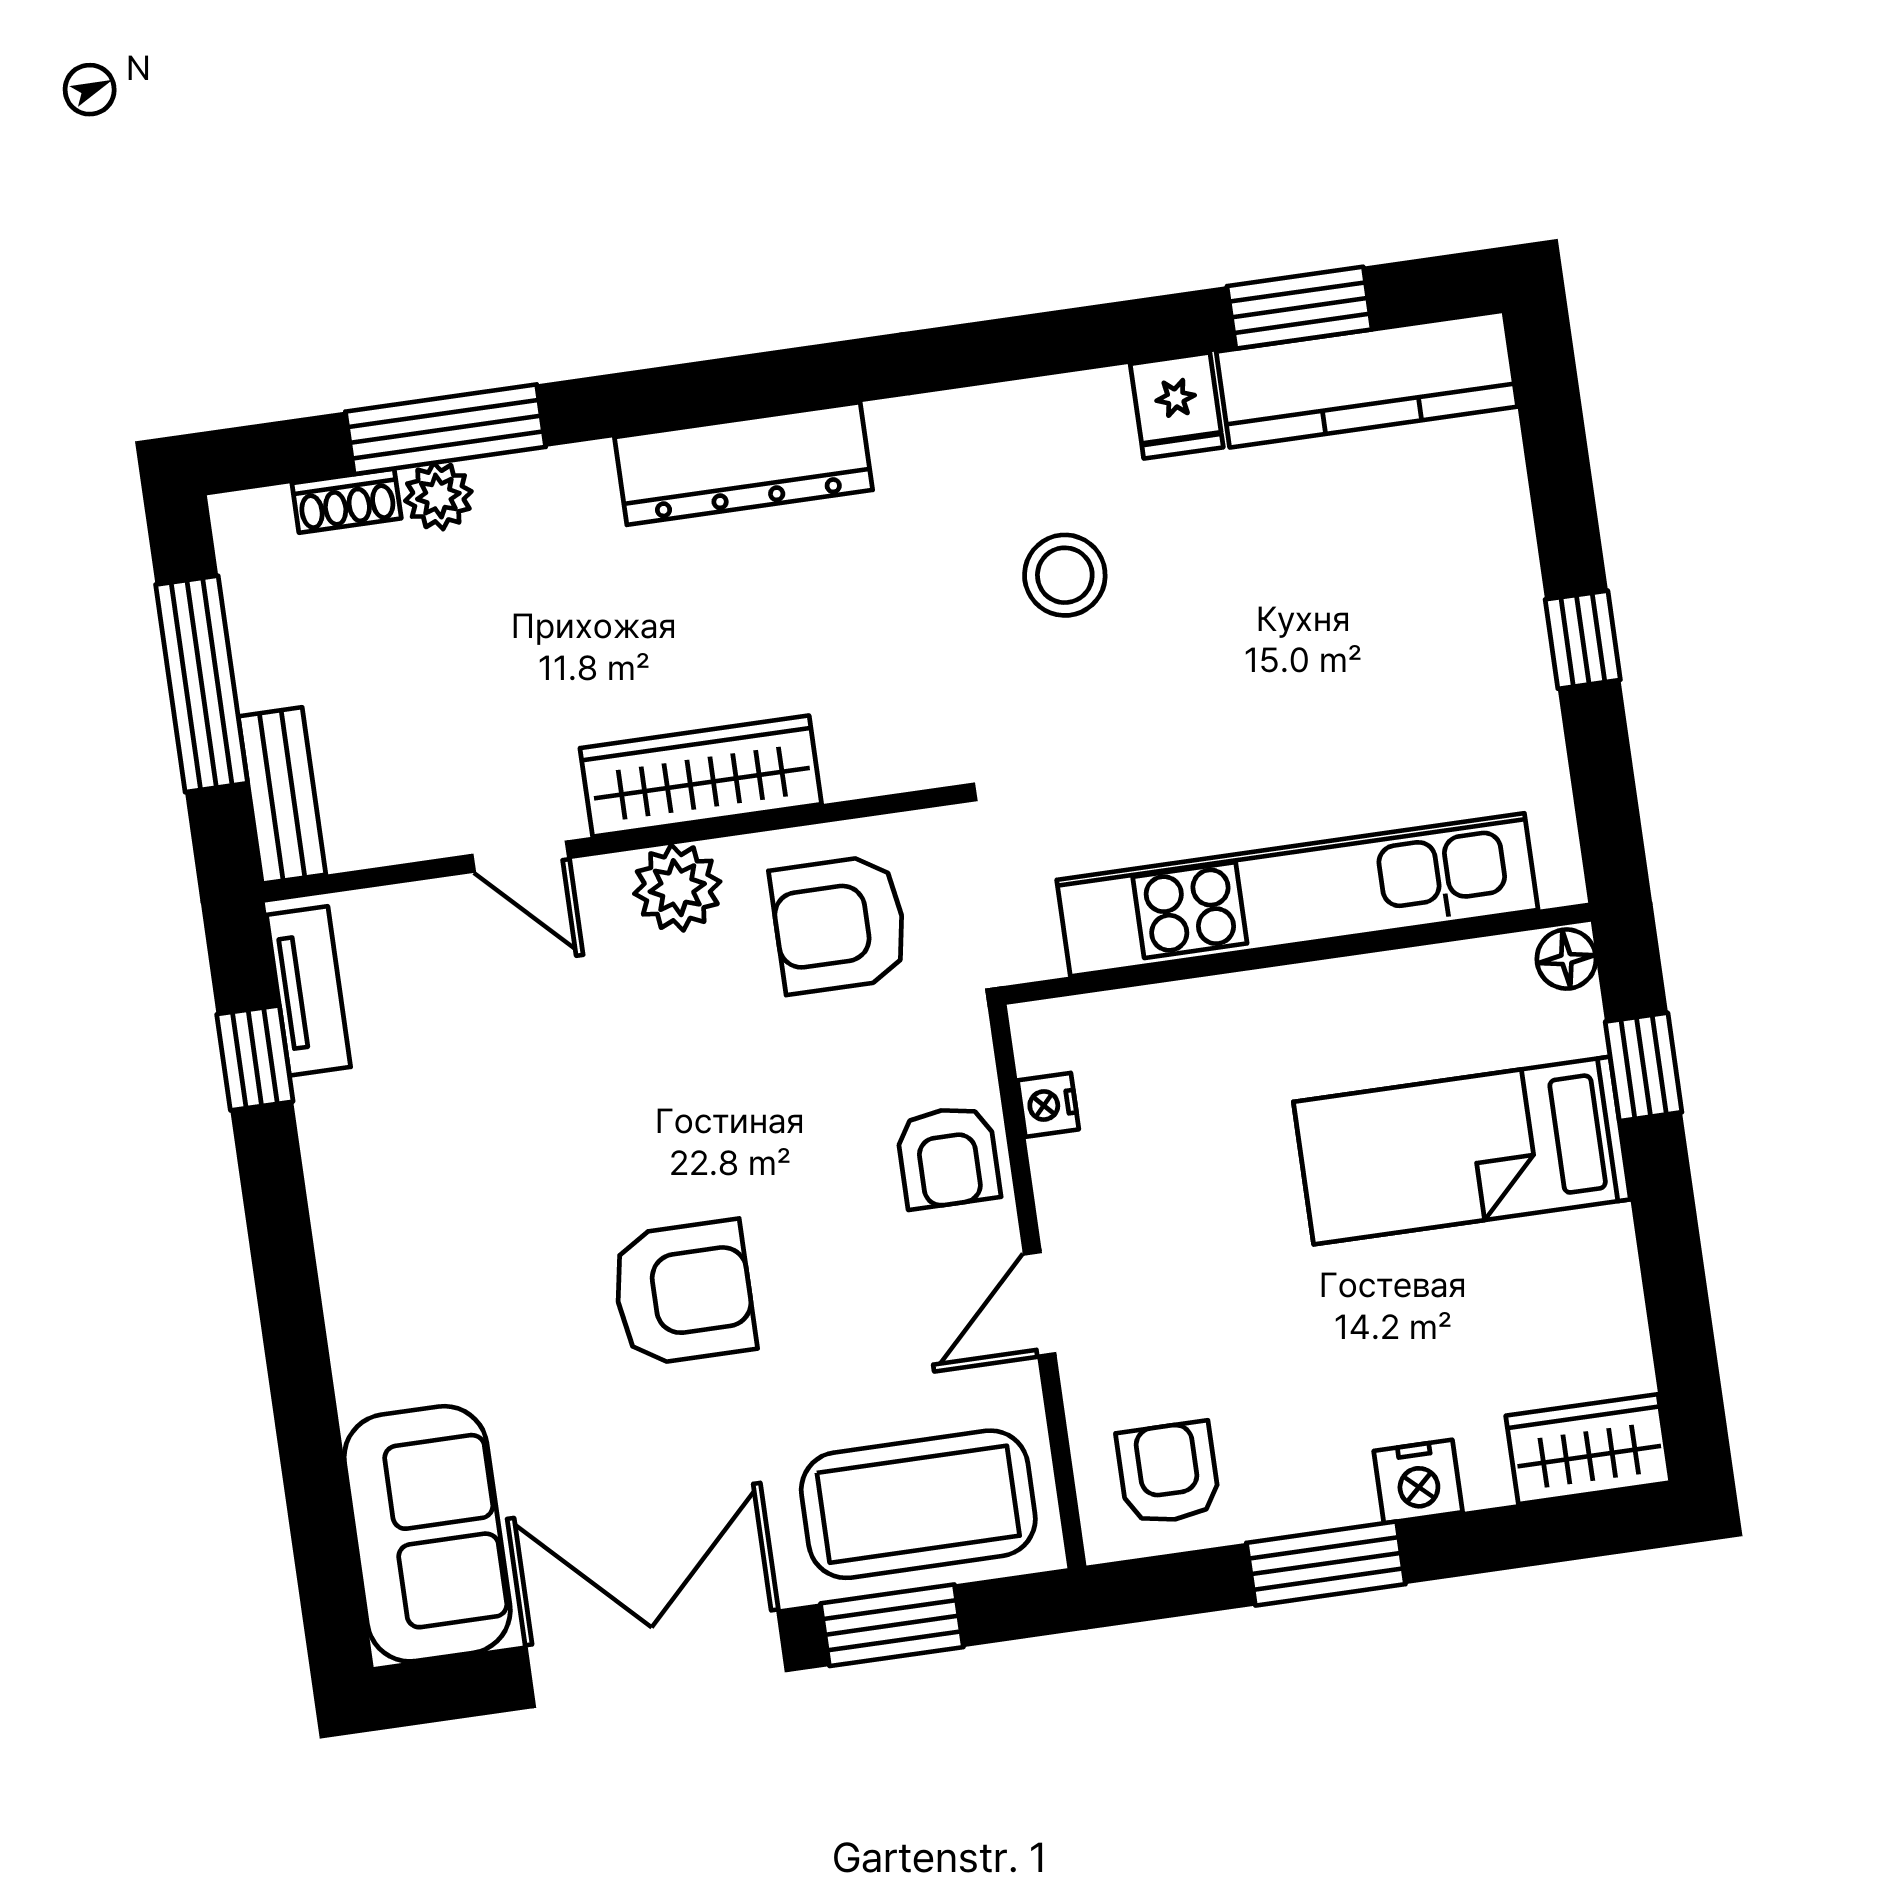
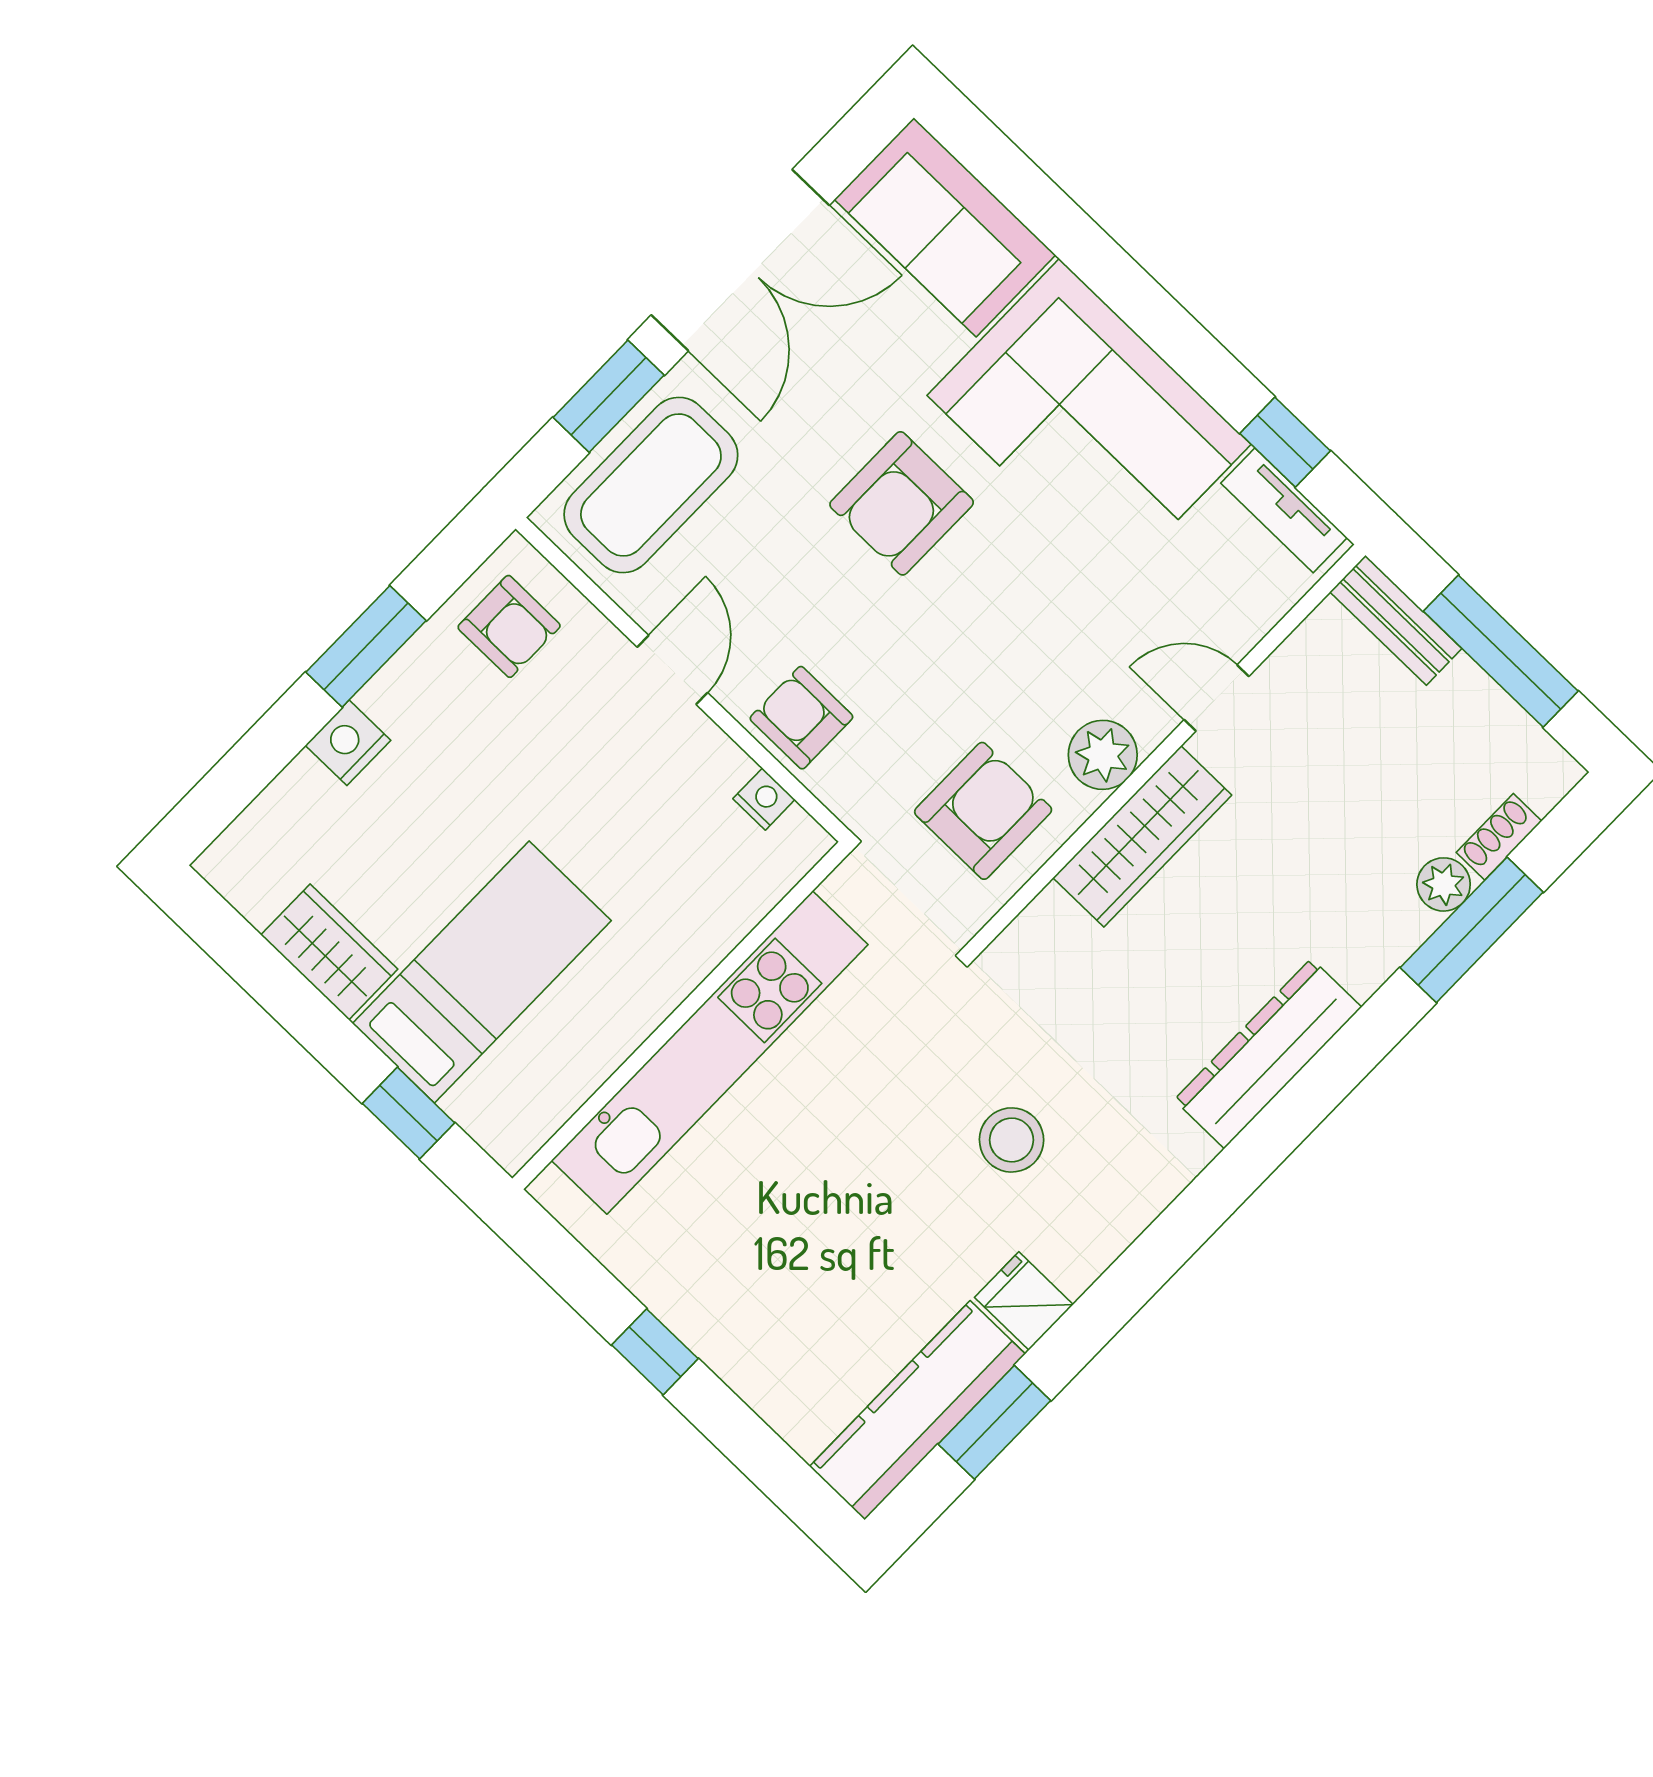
floor lamp: (1566, 959) -> (509, 1143), removed
corner sofa: (433, 1231) -> (1089, 420), added
wardrobe: (1588, 1449) -> (329, 952), moved, turned -90

